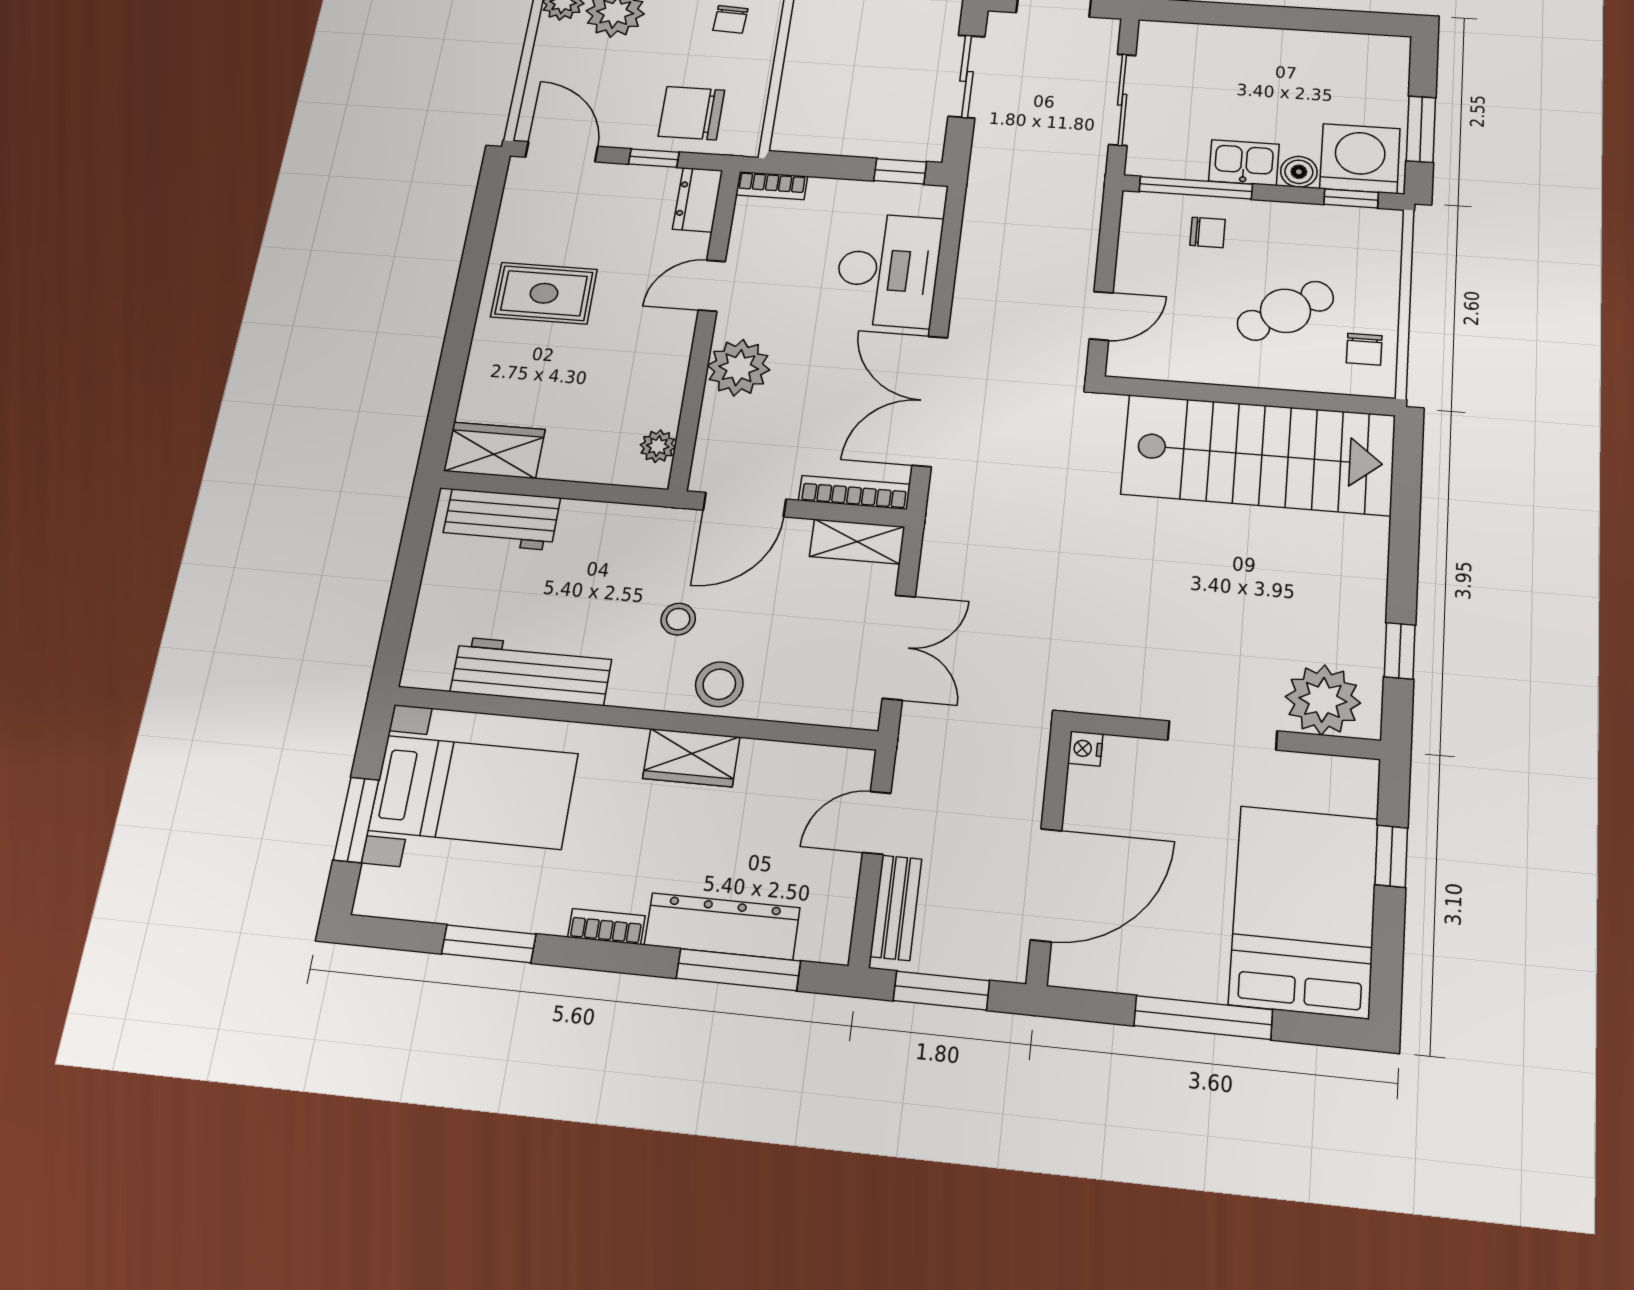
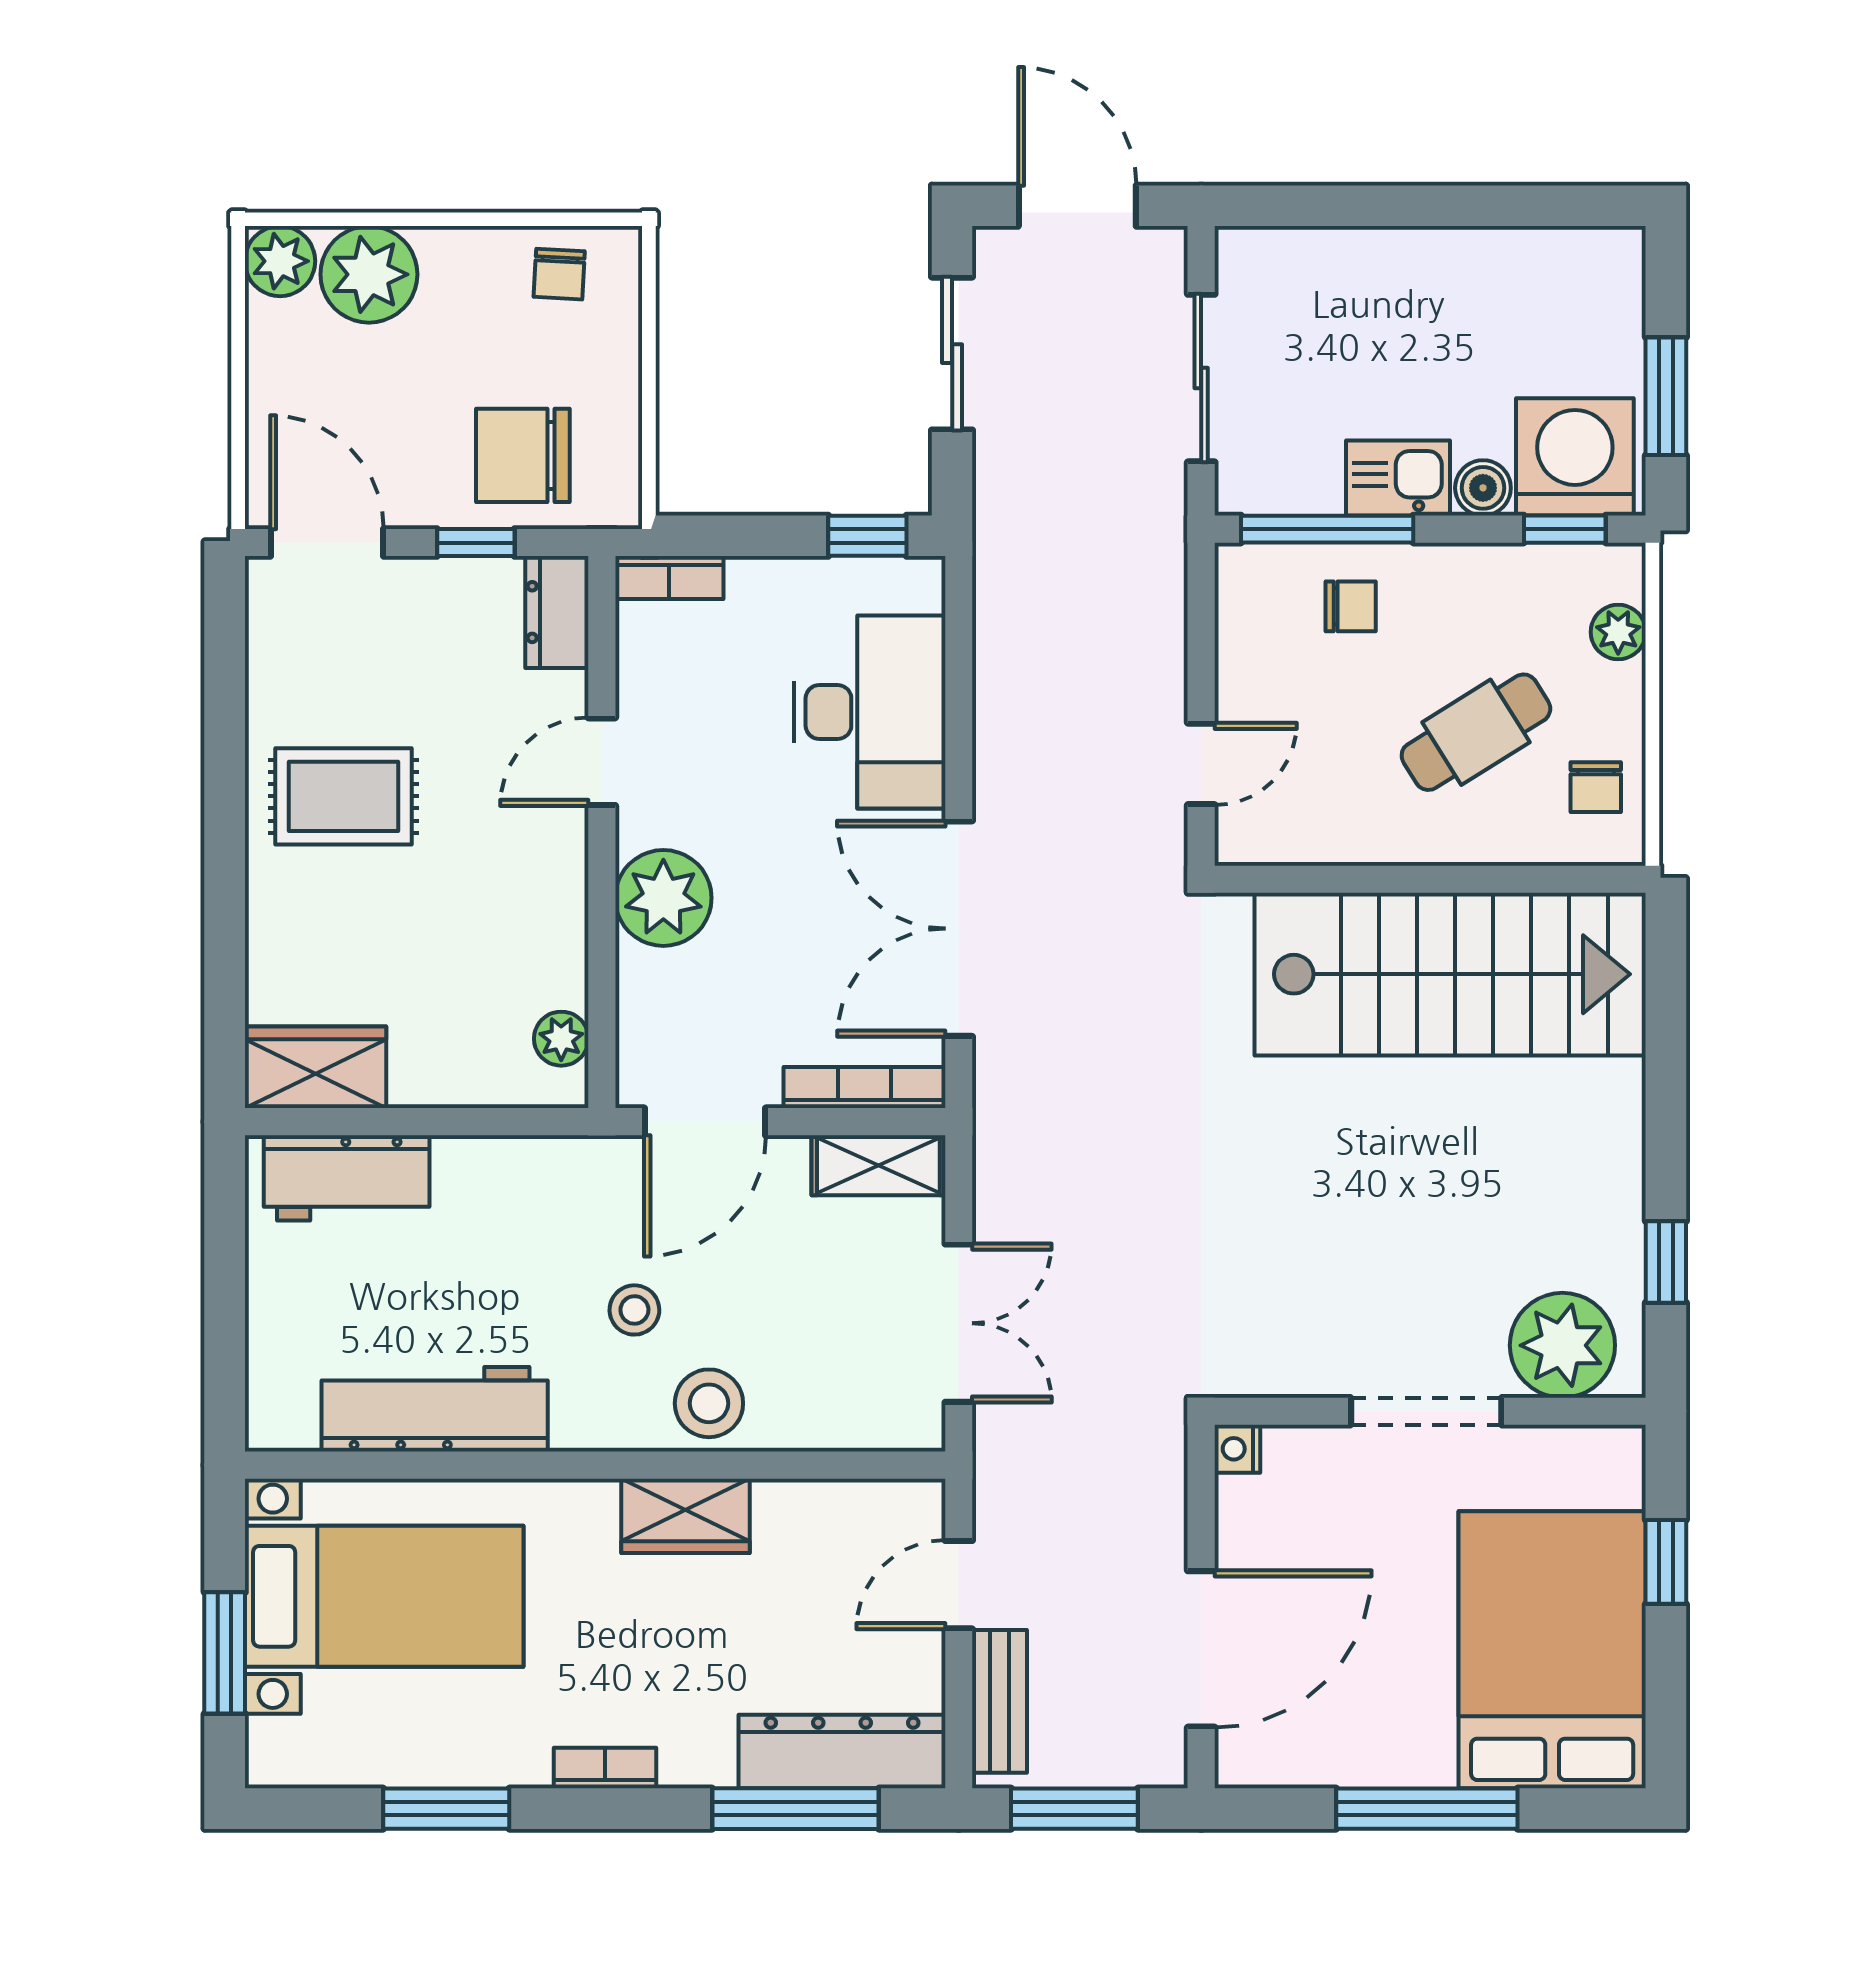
plant: (1384, 260) -> (1618, 632), added
dresser: (722, 926) -> (842, 1752), moved

